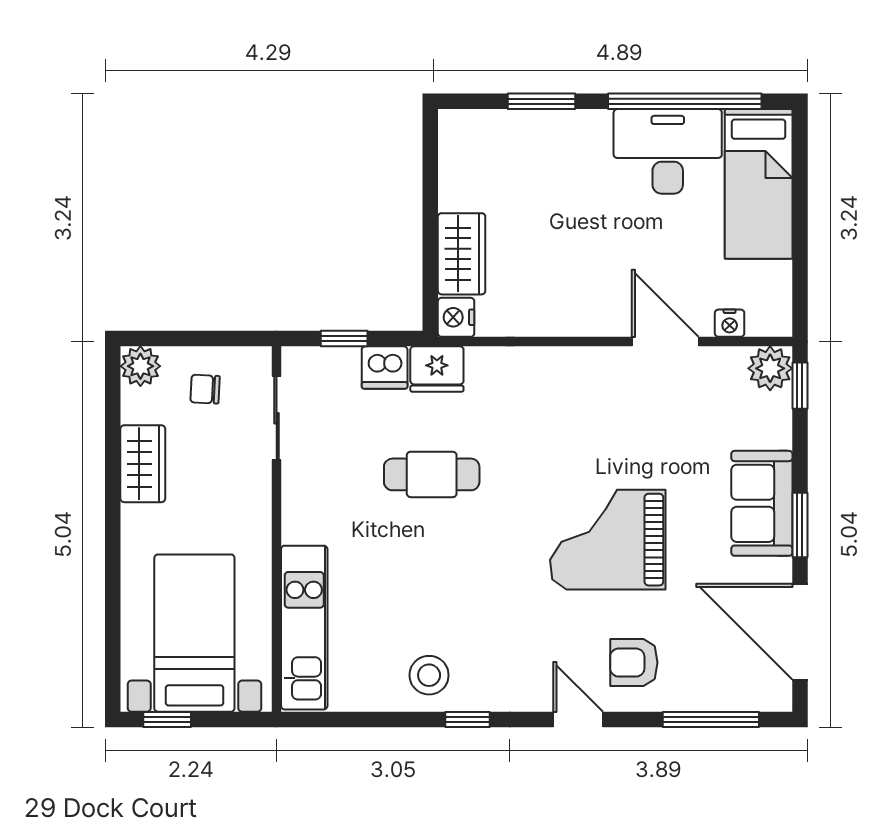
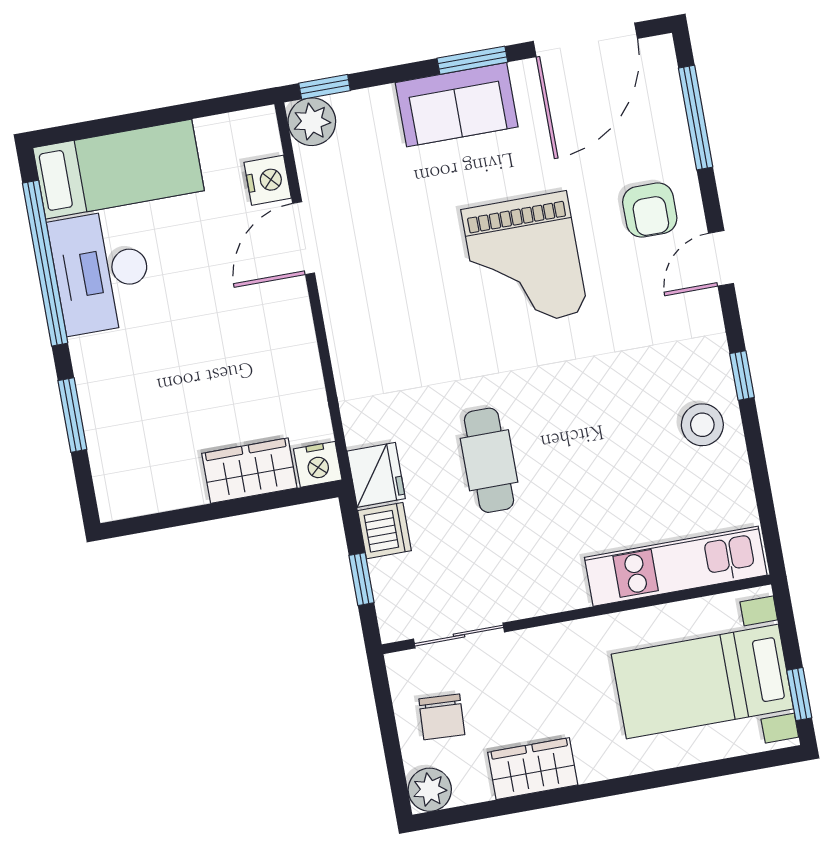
nightstand: (730, 323) -> (268, 180), width x1.39, depth x1.35
chair: (205, 389) -> (442, 717), width x1.37, depth x1.37

